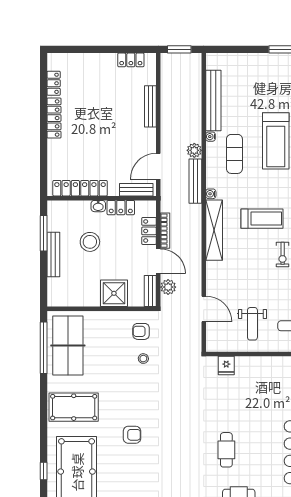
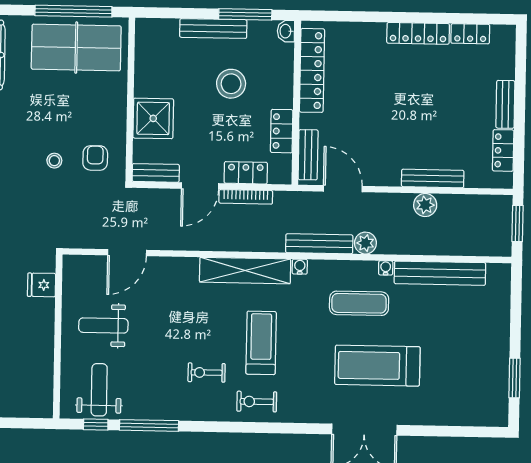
bench: (100, 59) -> (505, 104), added
washbasin: (98, 206) -> (286, 31), moved
treadmill: (262, 219) -> (261, 343), turned 180
plant: (168, 287) -> (425, 205), moved

